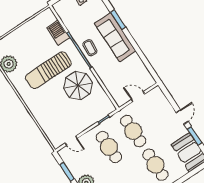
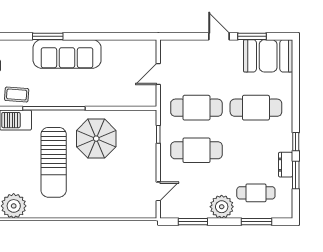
coffee table: (90, 48) -> (17, 95), moved

